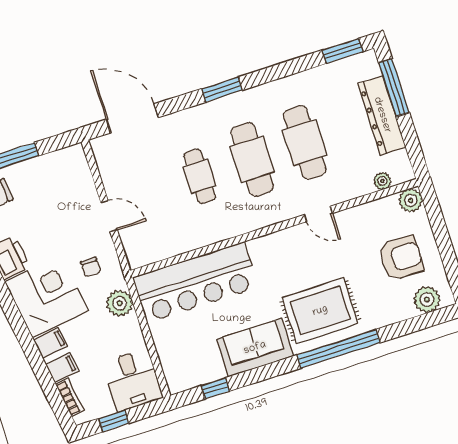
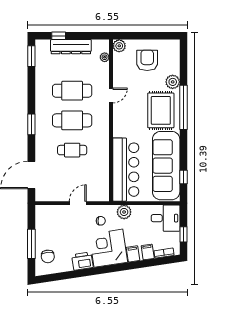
window: (394, 88) -> (59, 36), width x0.46
plant: (427, 299) -> (173, 82), moved
sofa: (255, 348) -> (166, 166), width x1.85, depth x1.27

